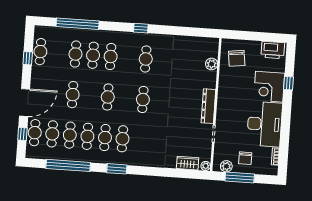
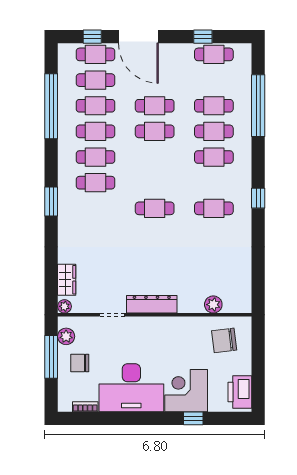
cafe table: (108, 97) -> (155, 131), moved
window: (117, 169) -> (51, 202), moved

